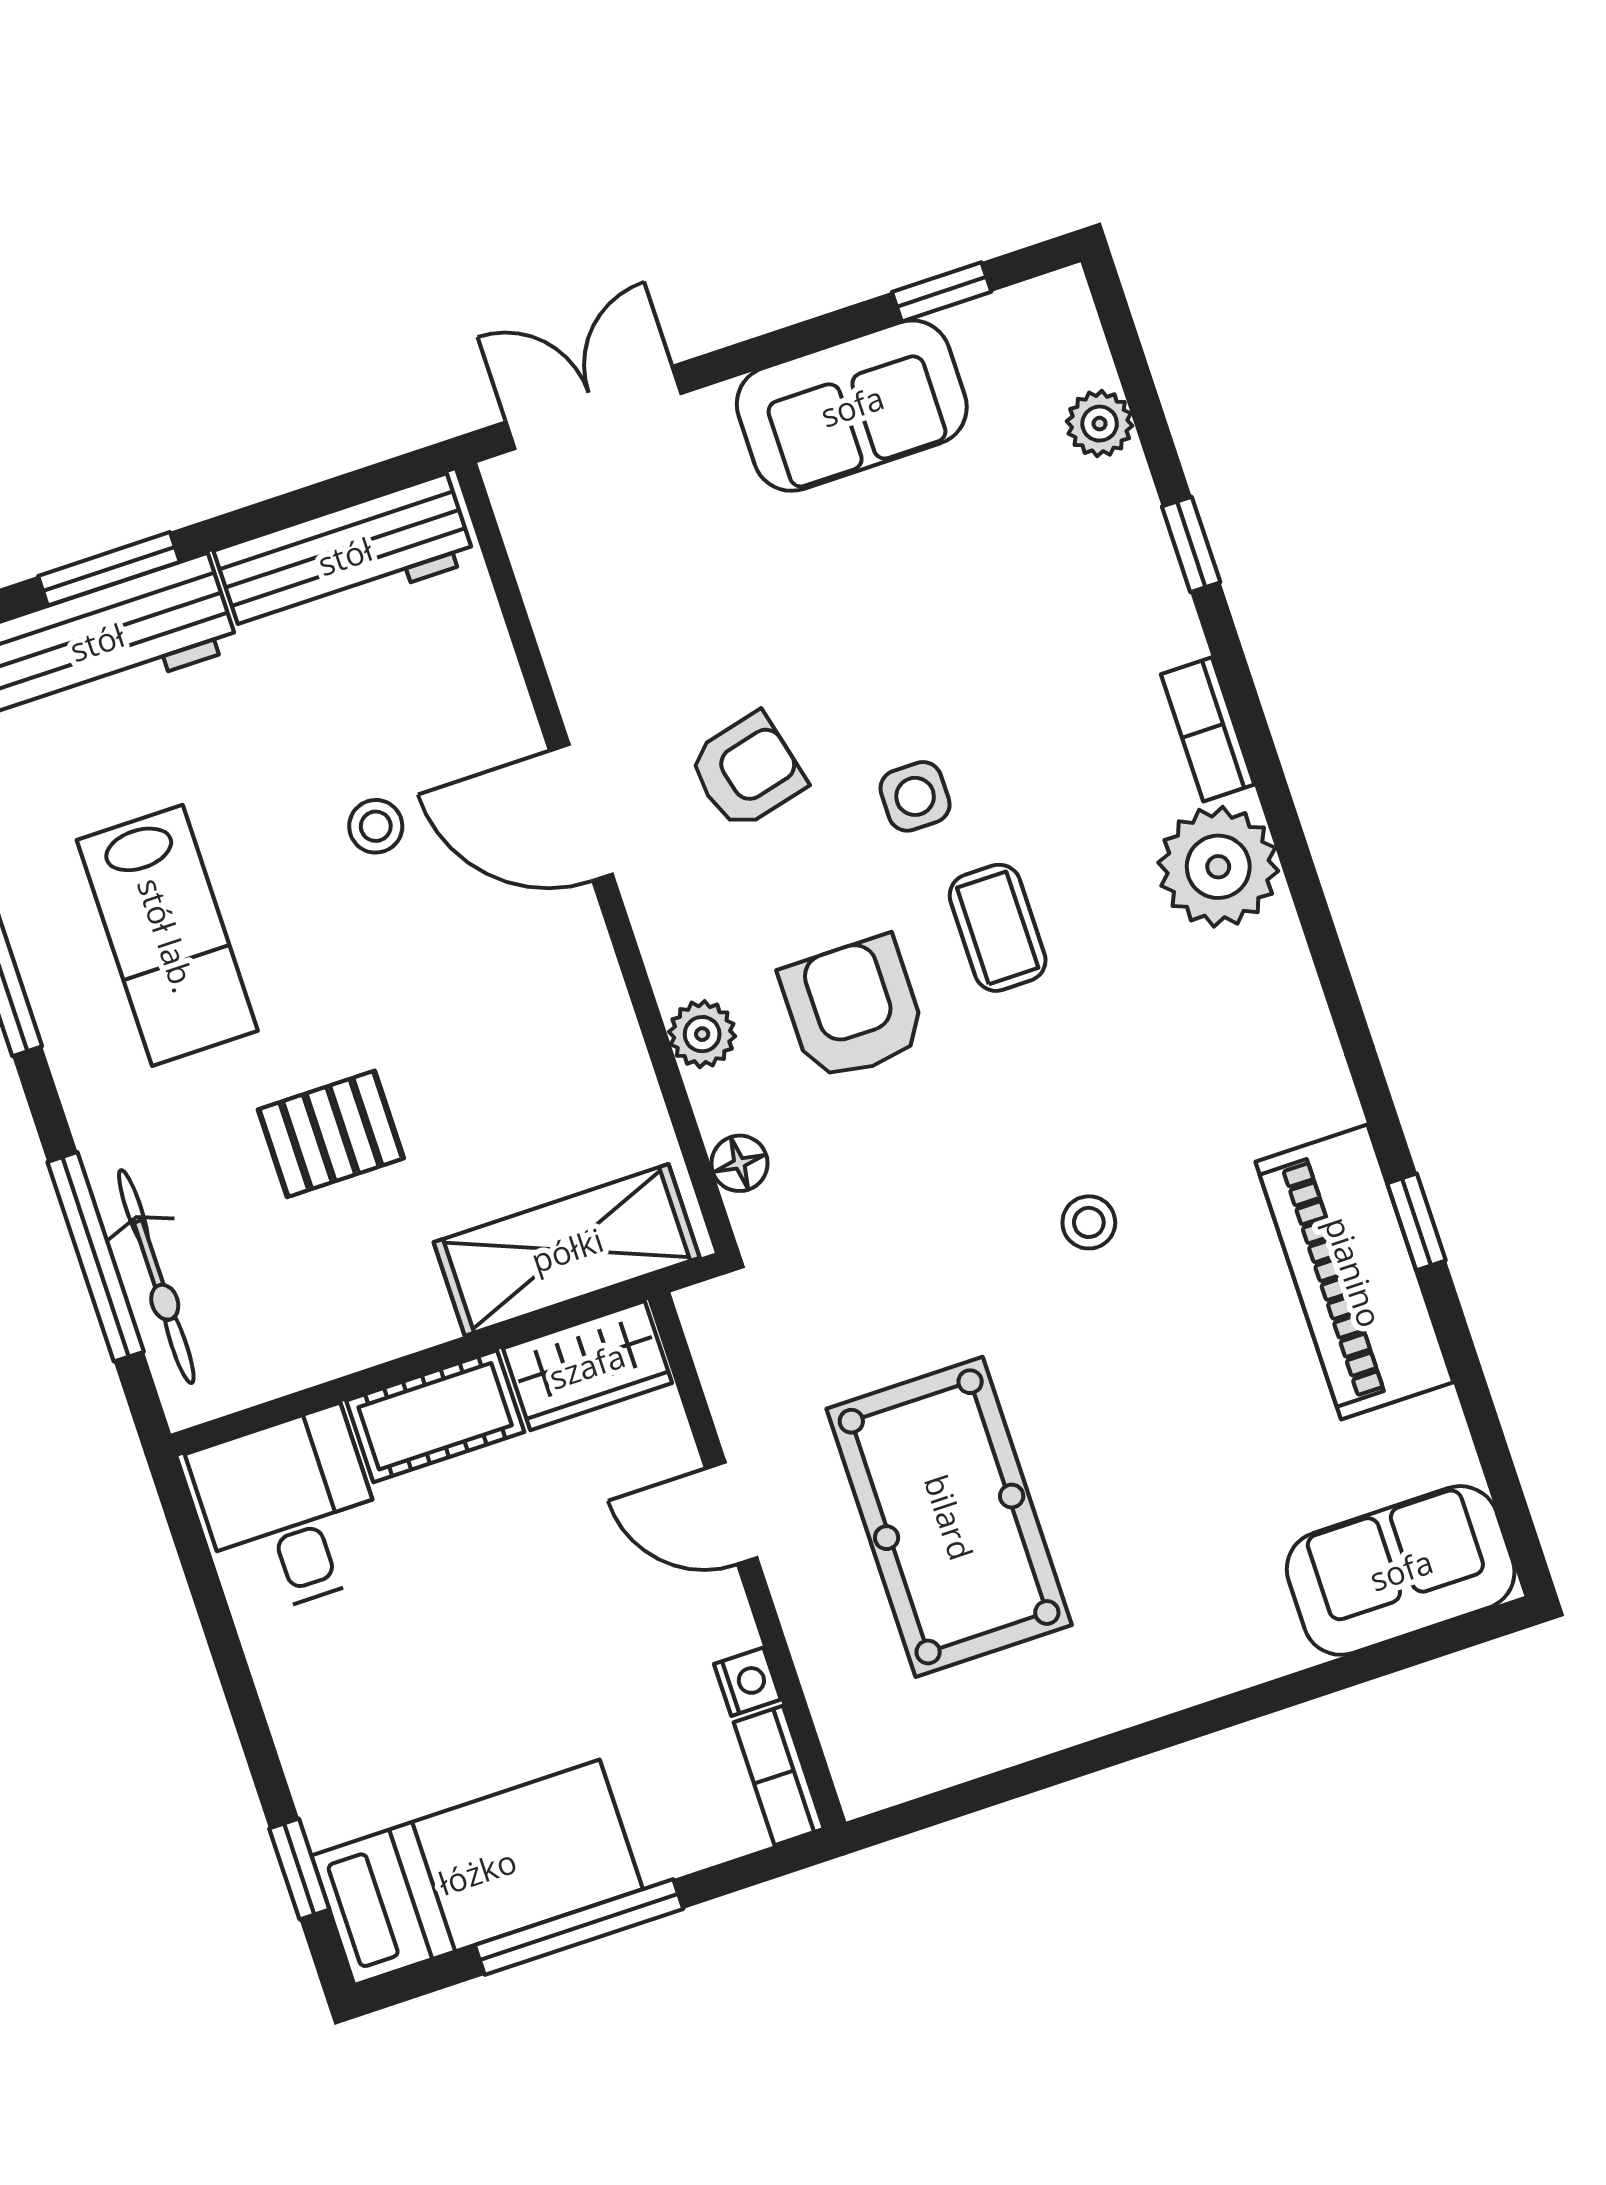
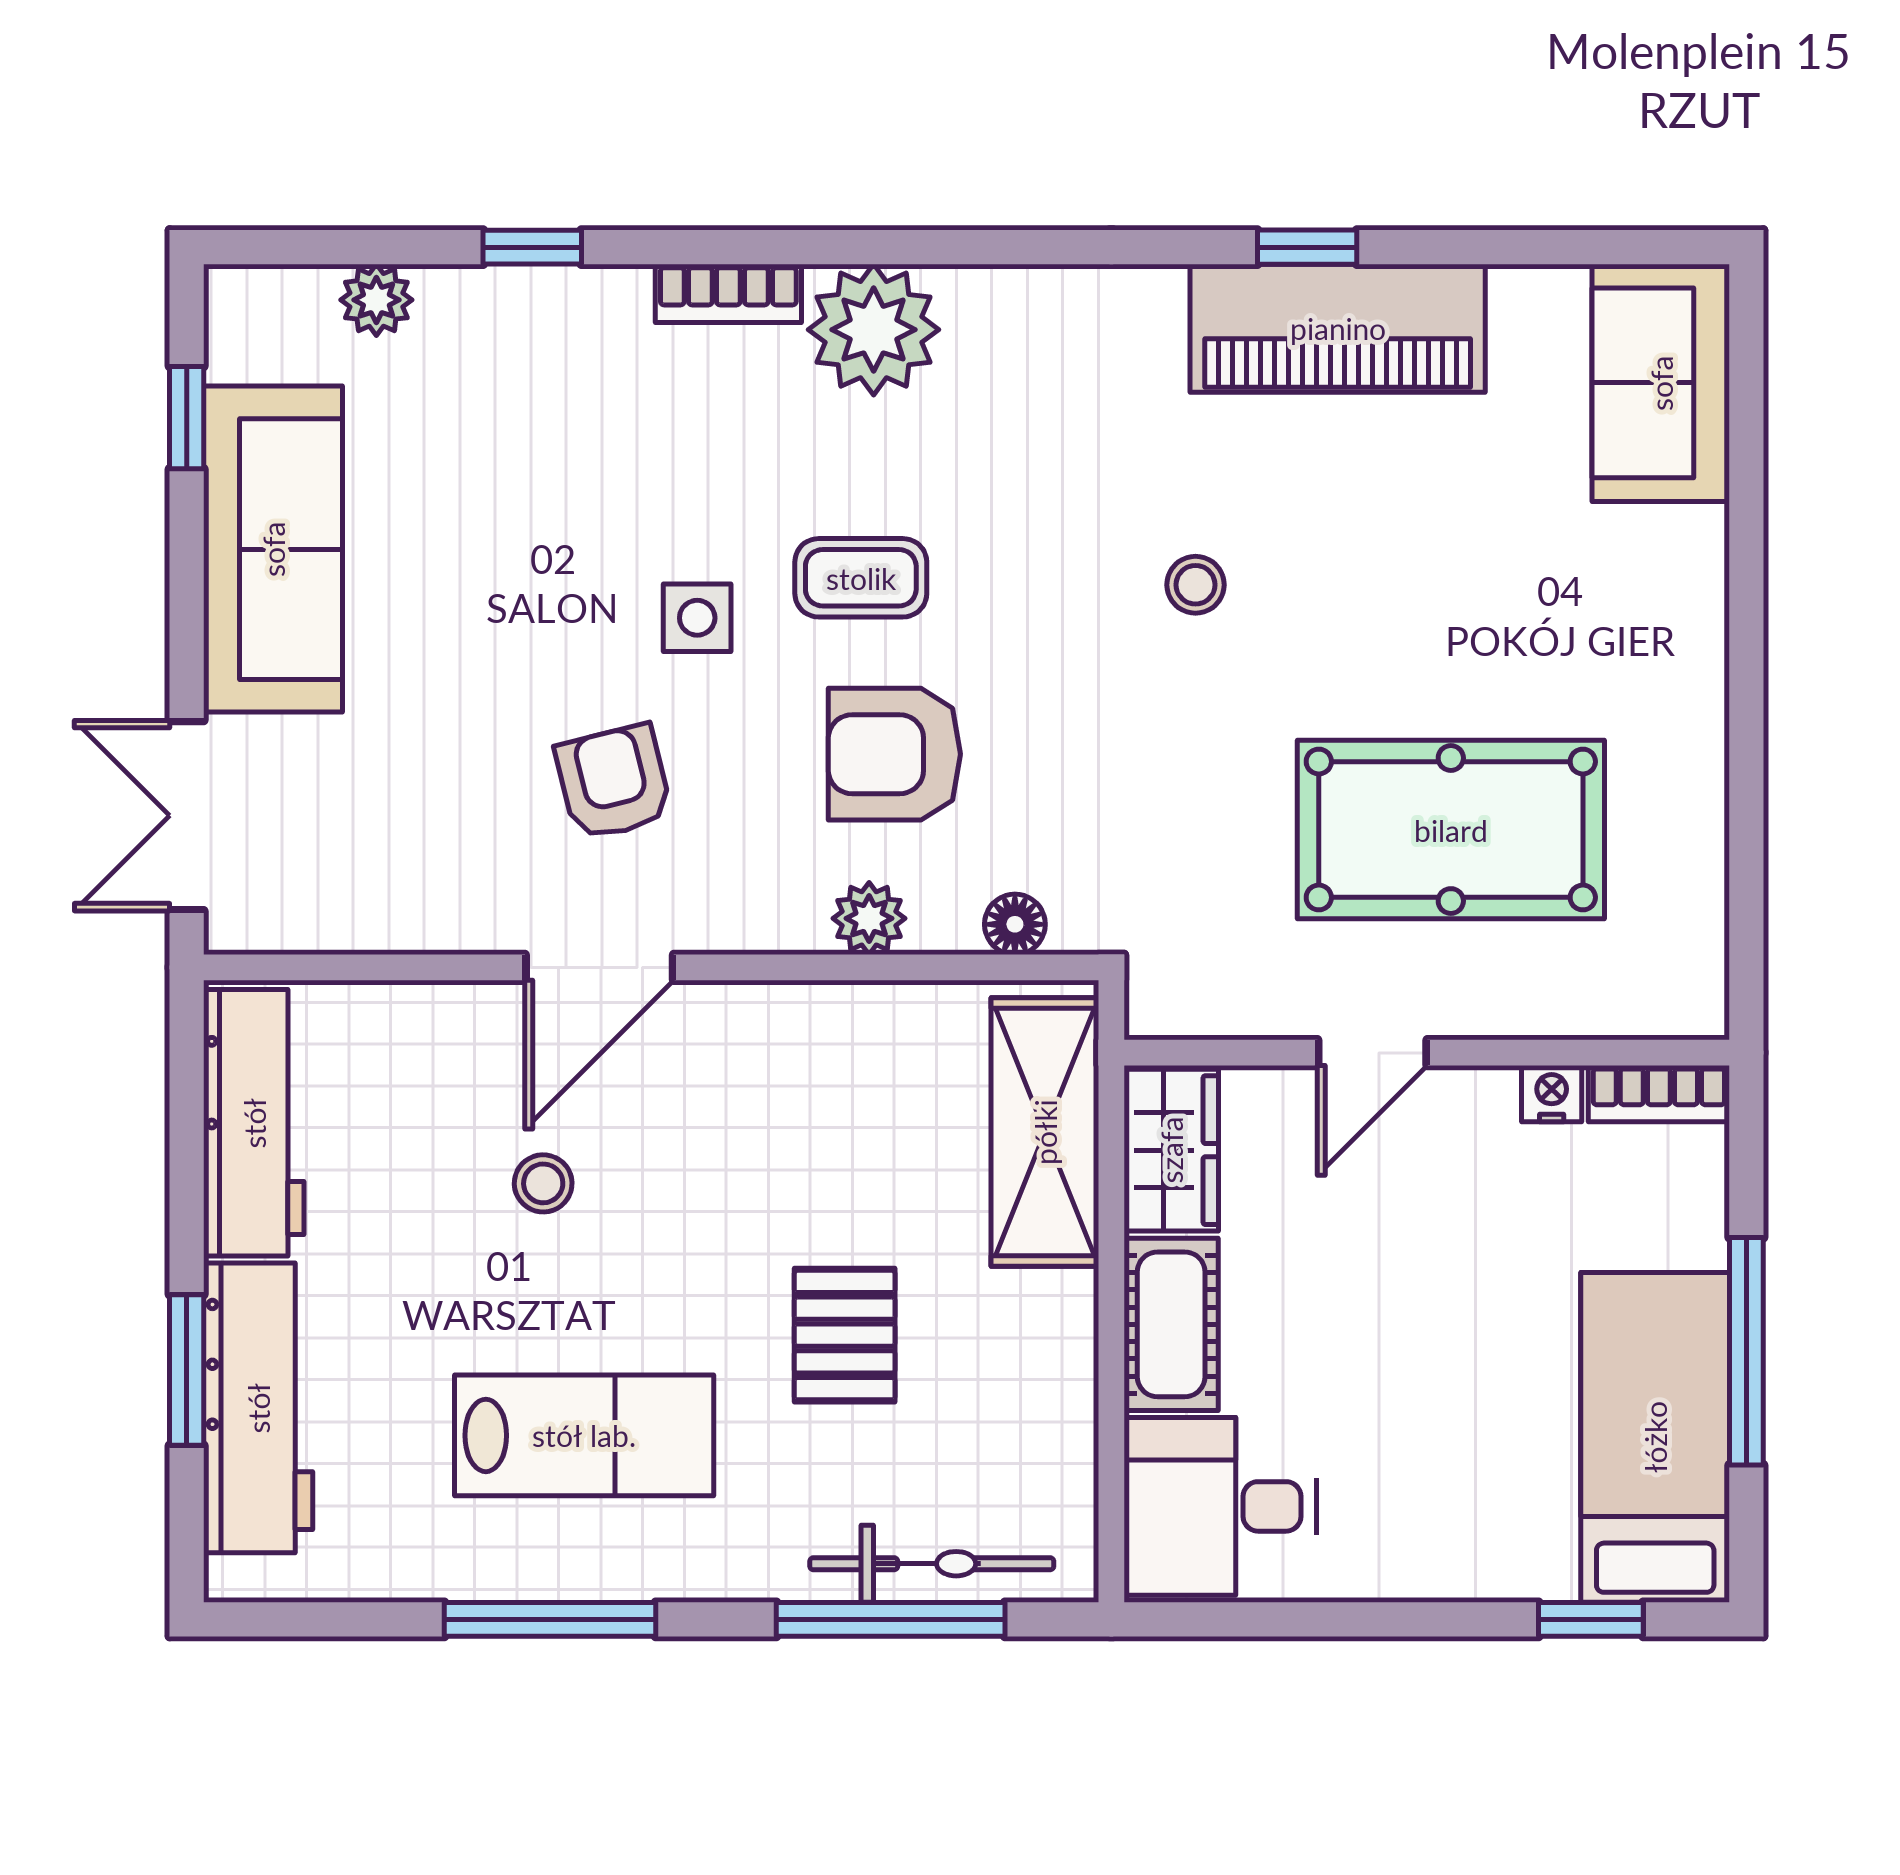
sofa: (852, 406) -> (273, 549), width x1.36

